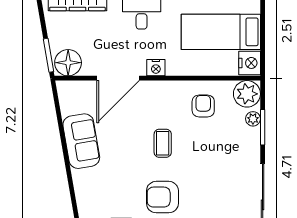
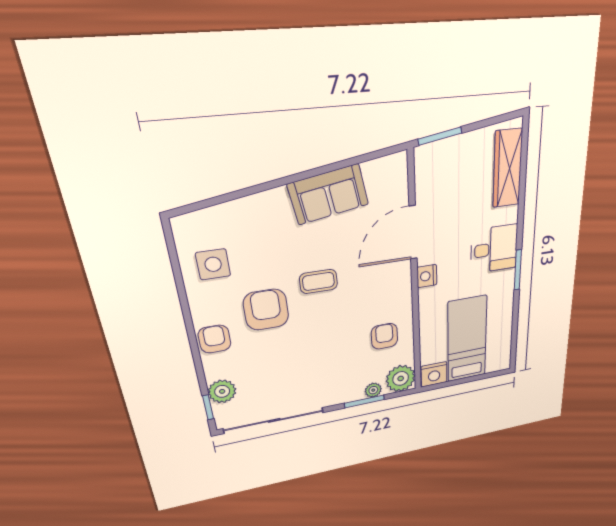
floor lamp: (68, 63) -> (431, 164), removed
door: (118, 78) -> (413, 233), hinge flipped
armchair: (203, 106) -> (384, 336), turned -90
coffee table: (163, 143) -> (319, 281), moved

